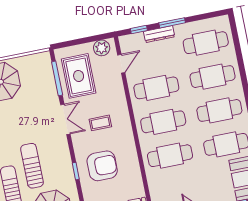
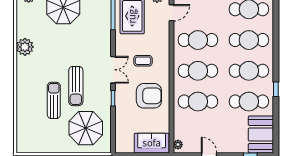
double door: (65, 119) -> (113, 70), moved
sun lounger: (32, 166) -> (76, 86), turned 180
armchair: (102, 166) -> (149, 96), moved

